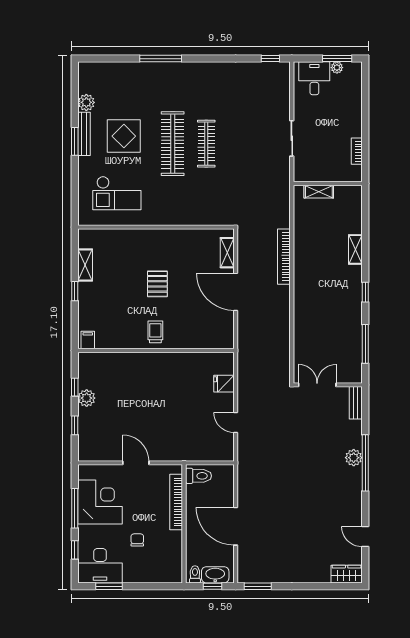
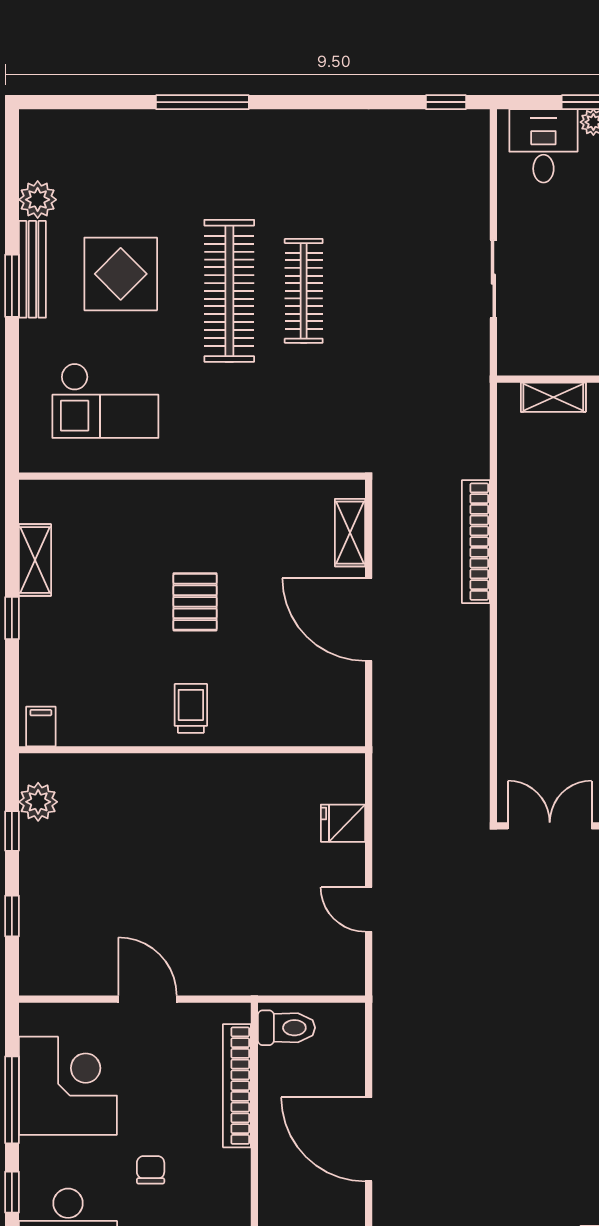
plant: (87, 398) -> (38, 802), moved

